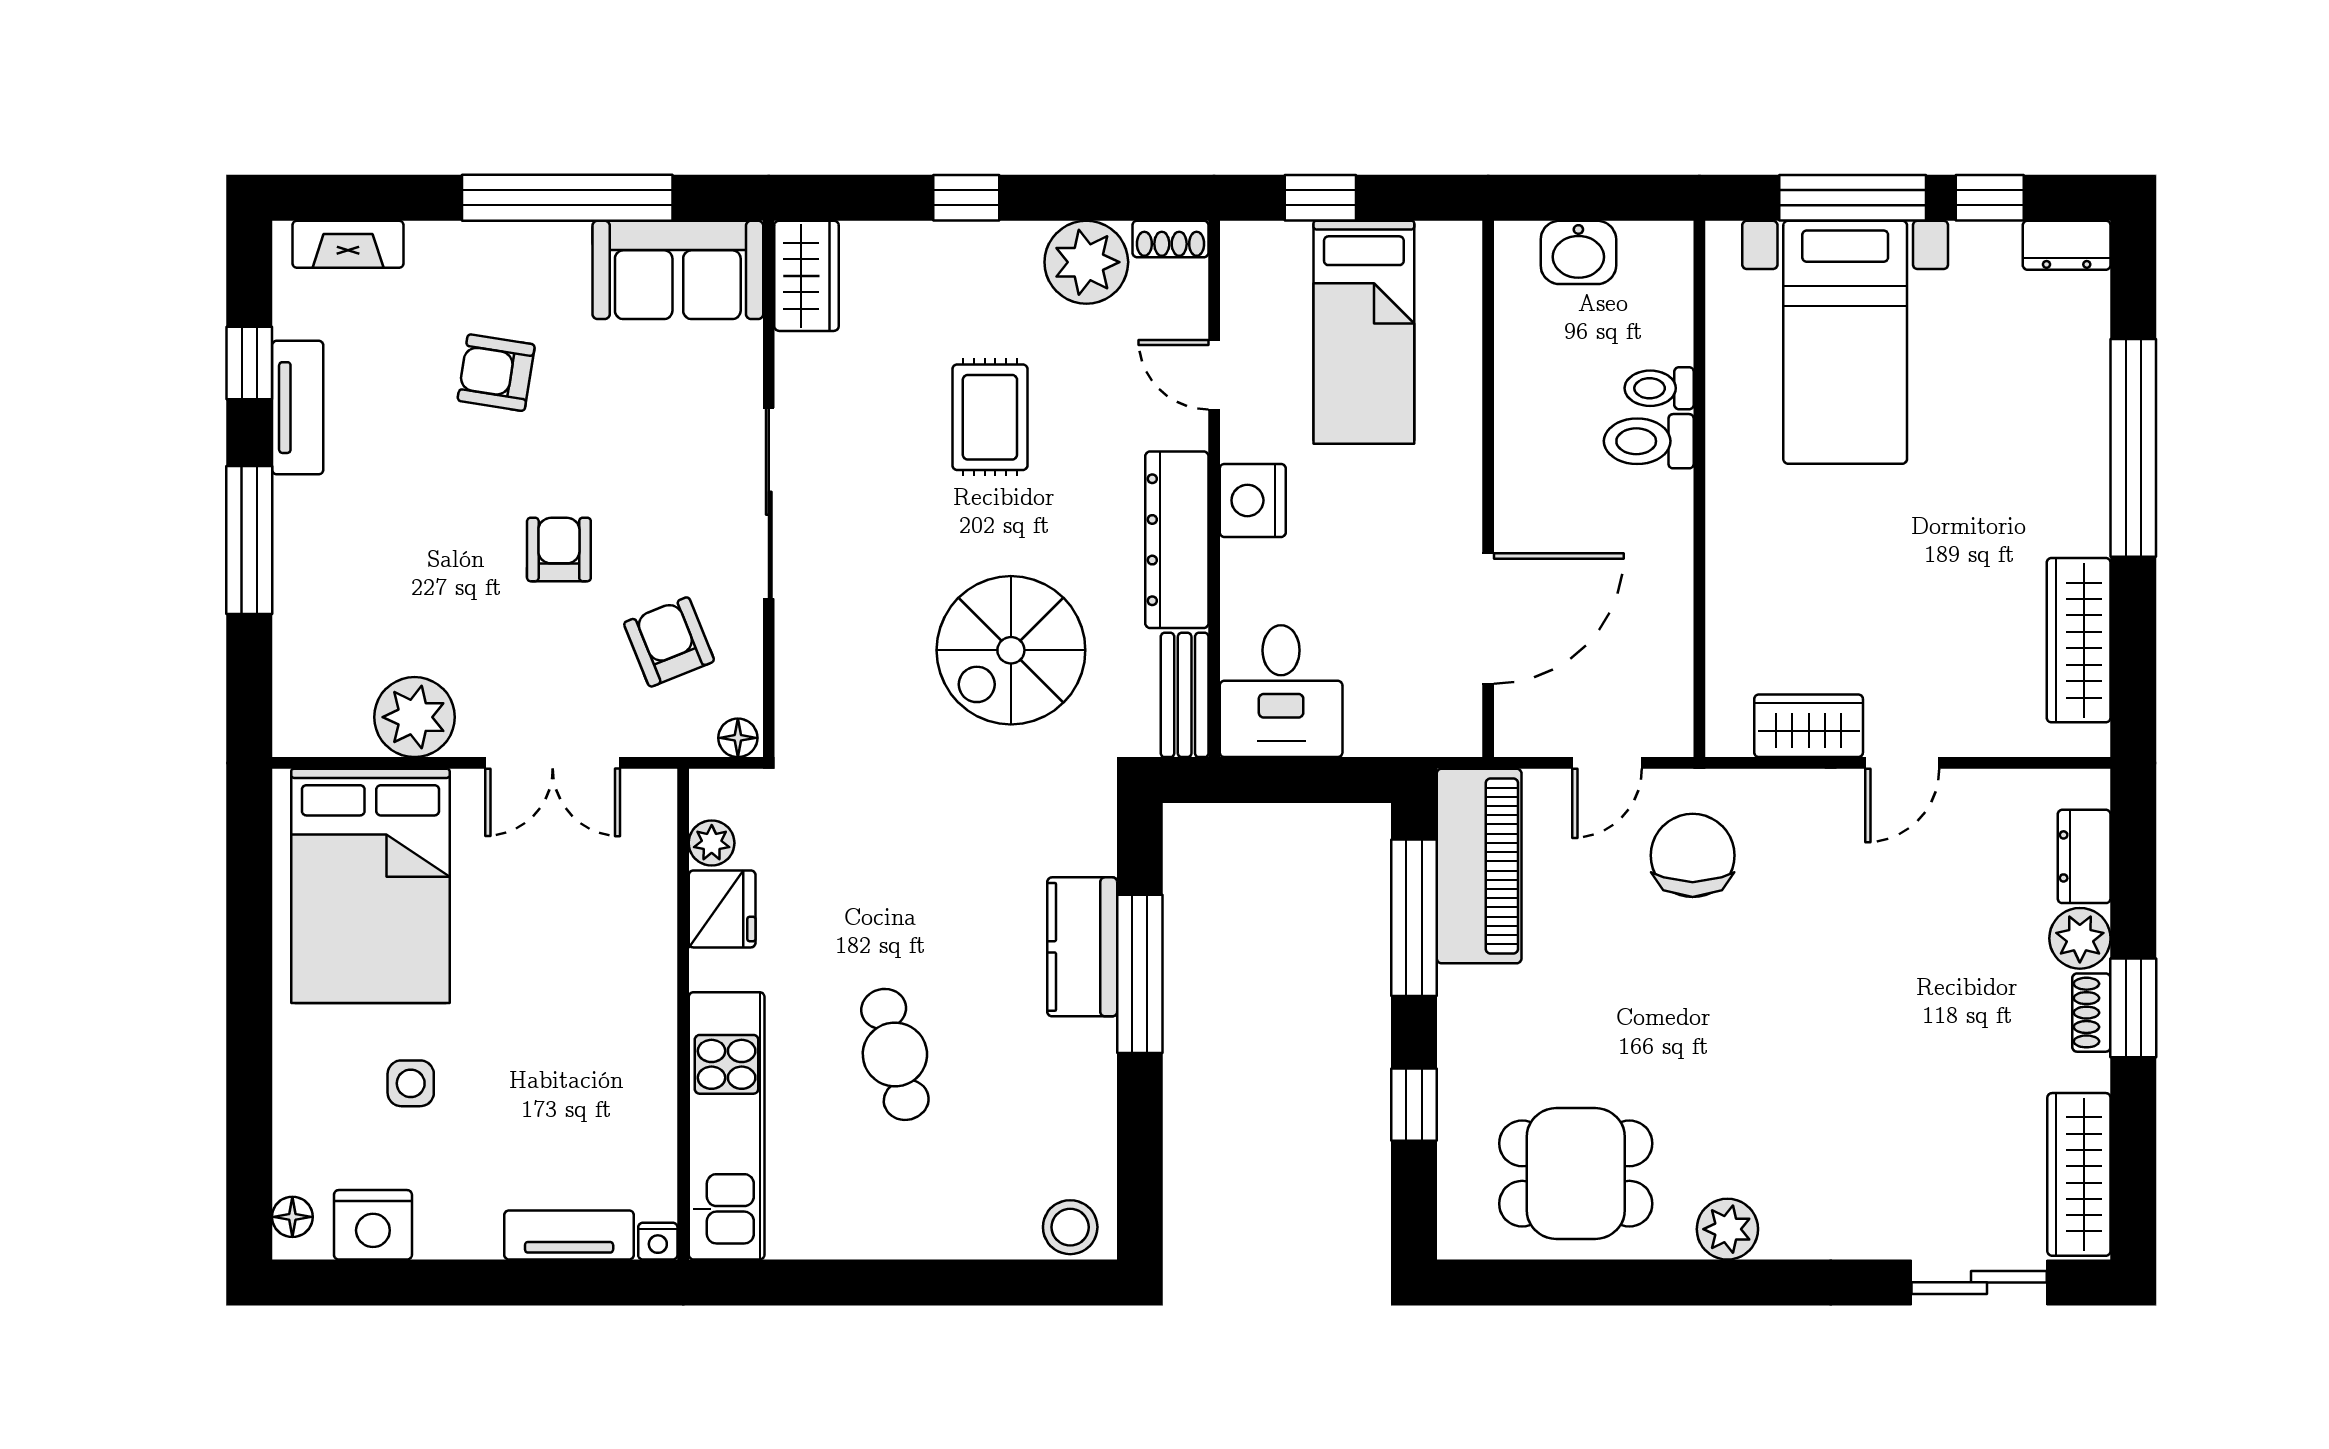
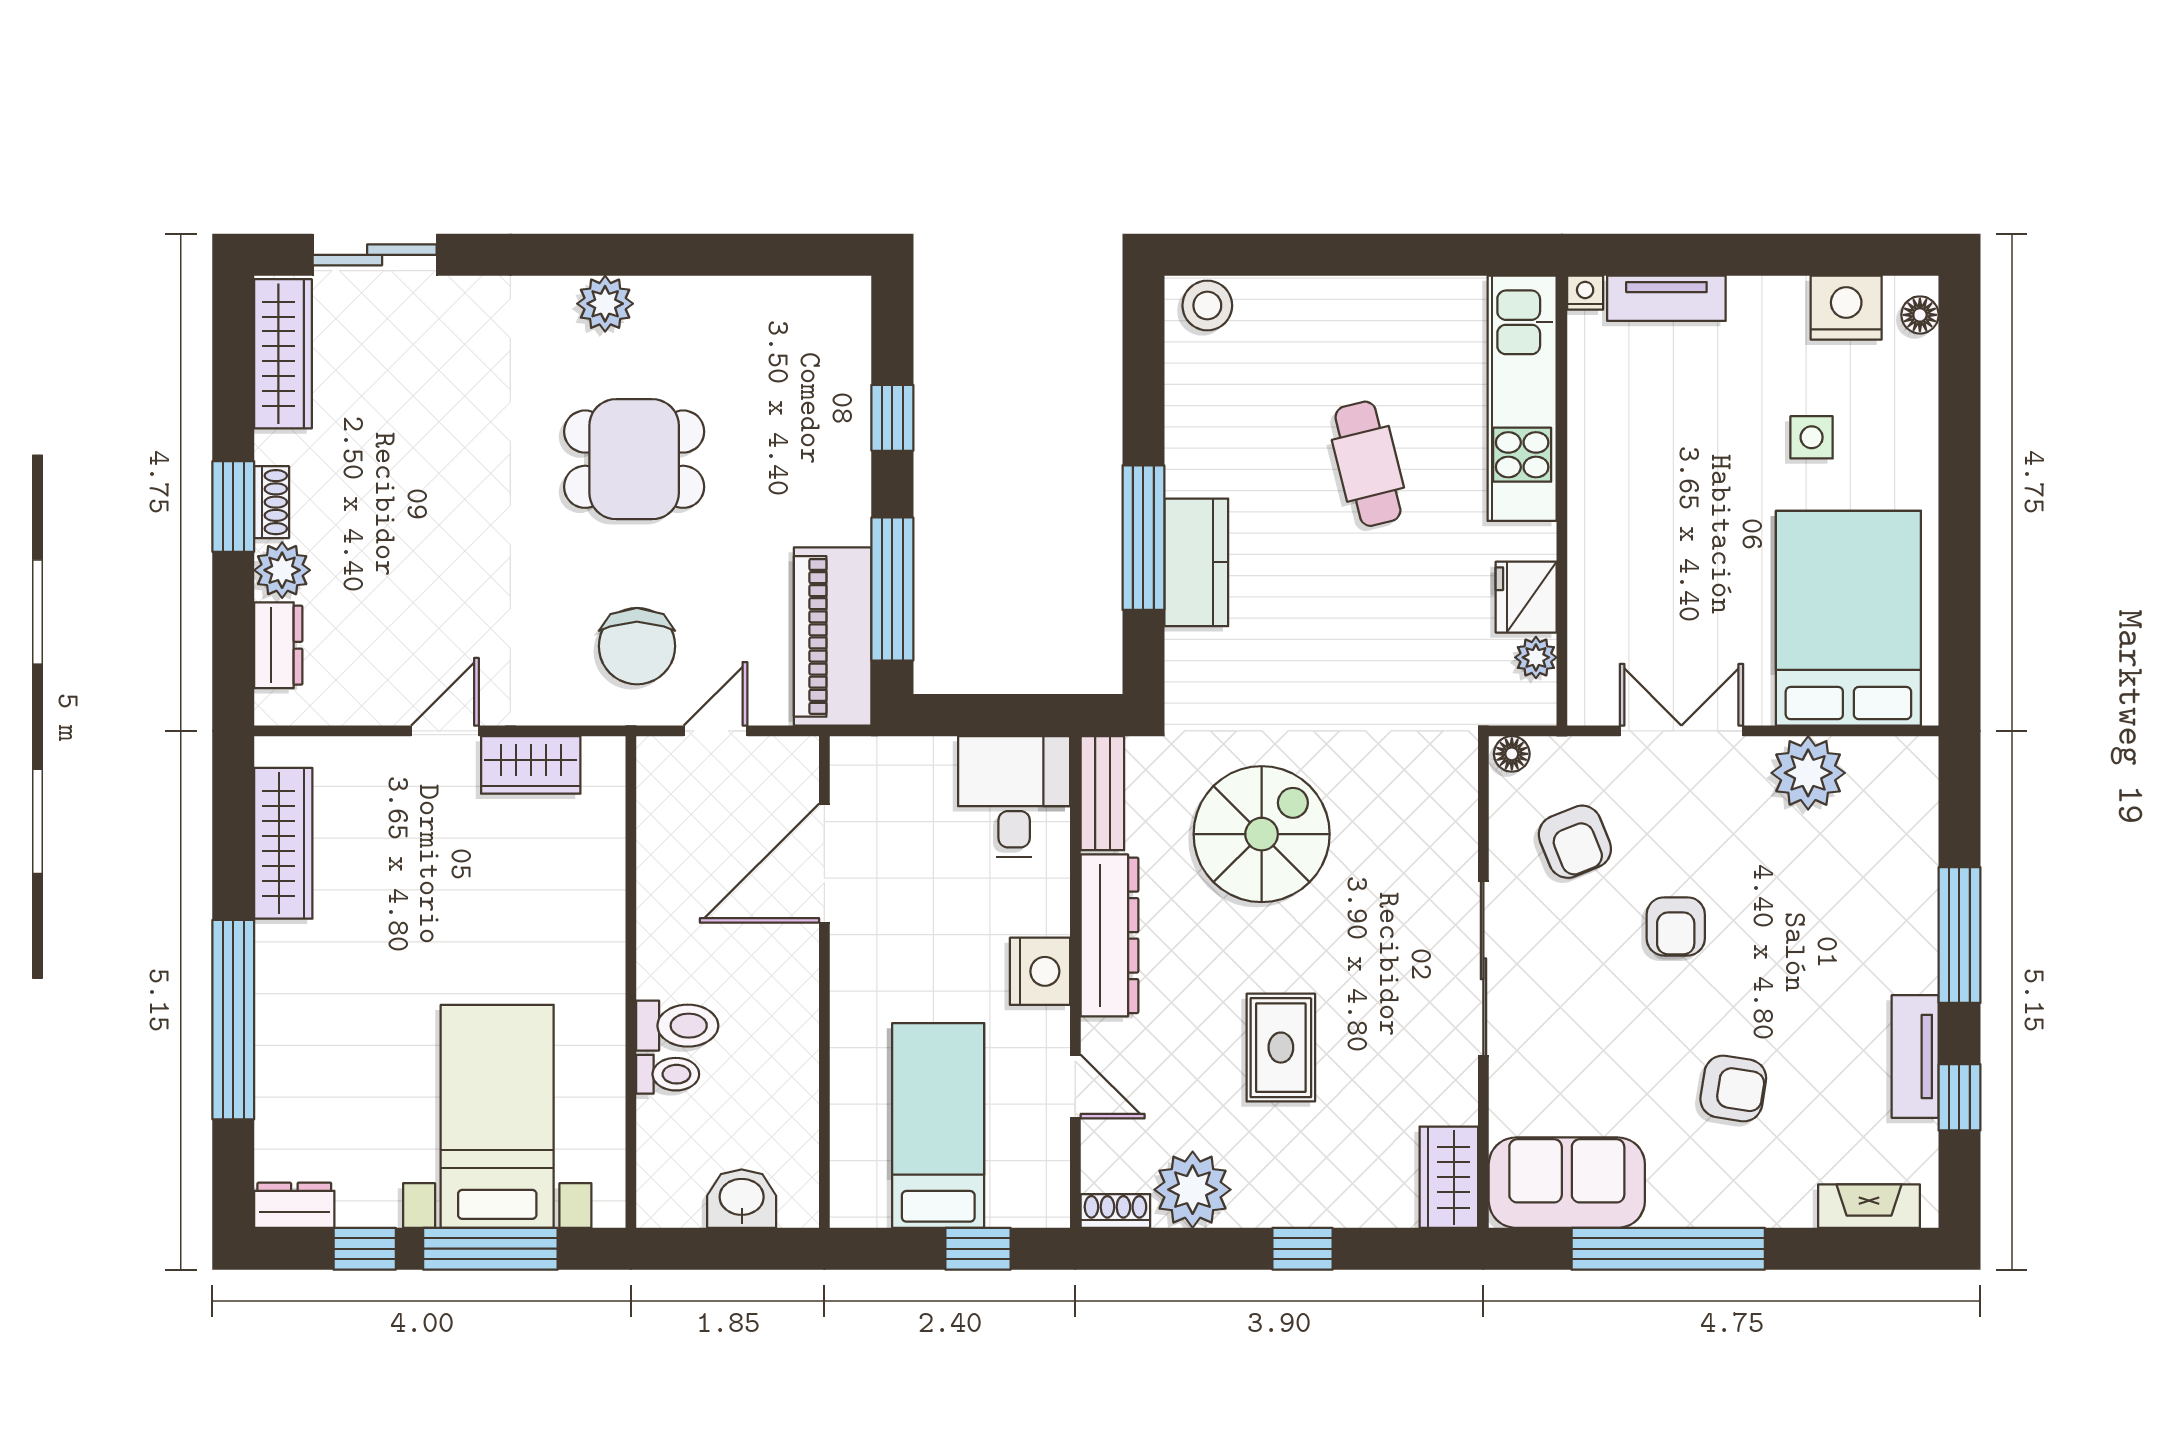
dining table: (1576, 1174) -> (634, 459), moved

